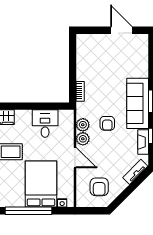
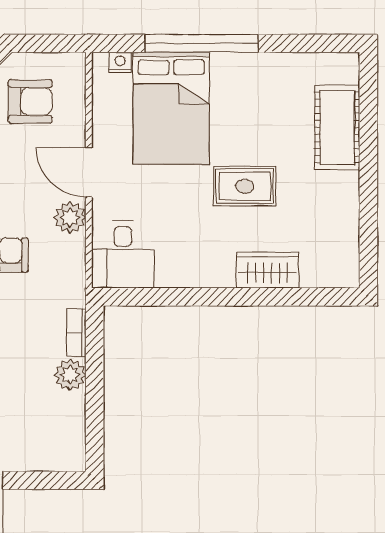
desk: (45, 124) -> (123, 255), moved
plant: (83, 125) -> (70, 375), moved
armchair: (99, 187) -> (30, 101), turned 90

